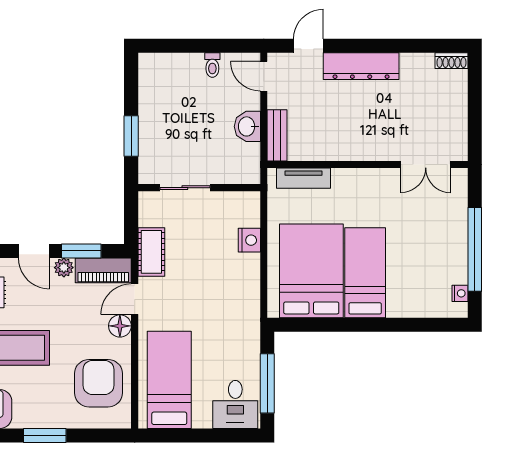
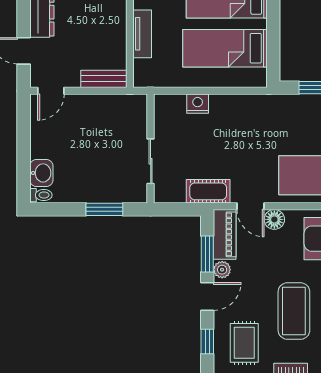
toilet: (212, 65) -> (41, 195), moved
washbasin: (247, 126) -> (41, 173), moved, turned -90
tv unit: (303, 178) -> (142, 34), moved
bed: (311, 271) -> (225, 48), width x0.67

